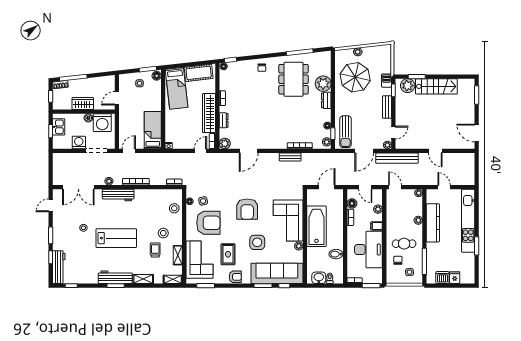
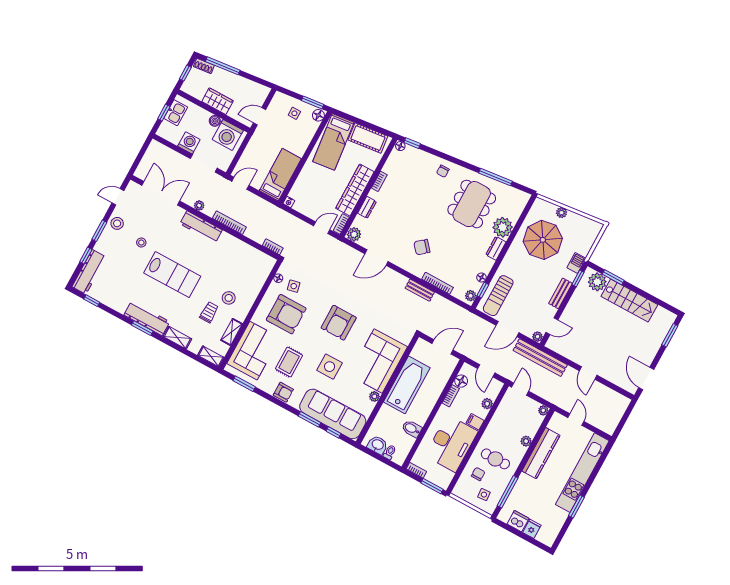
chair: (276, 127) -> (422, 247), added
double door: (78, 187) -> (161, 193), swing flipped
stool: (174, 208) -> (117, 223), moved

